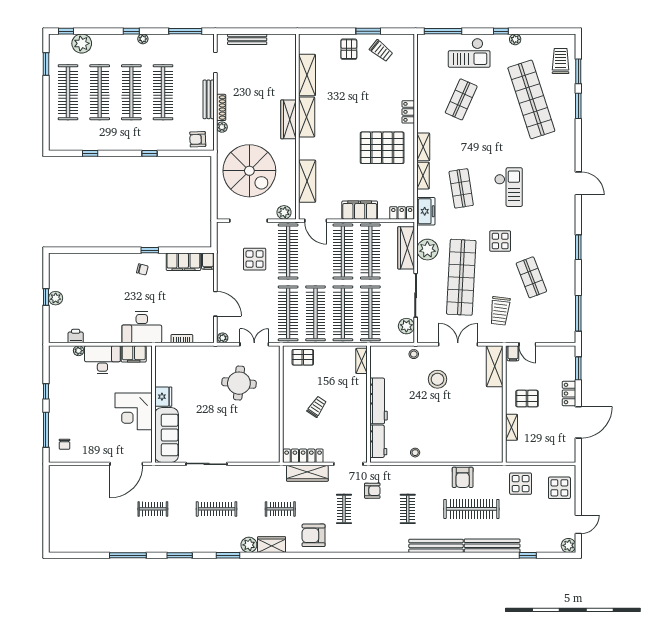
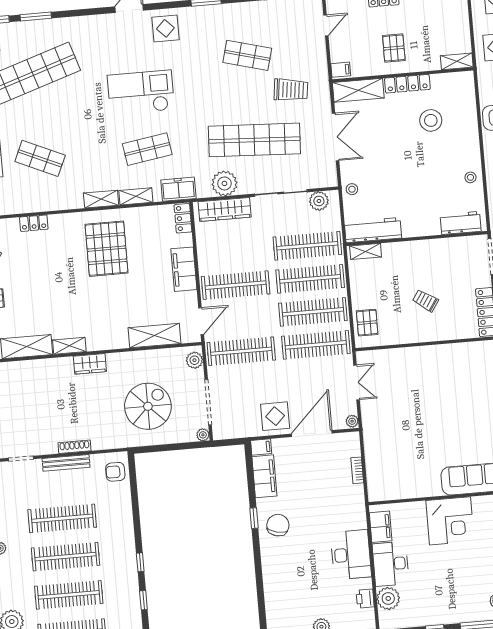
locker: (408, 112) -> (34, 223), moved
shelving: (307, 117) -> (69, 346), width x0.67, depth x0.75
wardrobe: (288, 119) -> (90, 364), width x0.67
plant: (222, 127) -> (203, 435), moved
armchair: (198, 139) -> (115, 472), turned 92
window: (150, 153) -> (140, 562), moved
spiral stairs: (249, 171) -> (148, 406), width x0.73, depth x0.73
checkout: (508, 187) -> (141, 92), width x1.36, depth x1.21
display table: (500, 241) -> (165, 28), moved
clothes rail: (370, 252) -> (233, 252), removed
display table: (255, 259) -> (275, 416), moved
chair: (142, 269) -> (278, 525), width x1.87, depth x1.87
shop shelf: (531, 277) -> (247, 55), turned 36
door: (215, 304) -> (312, 434), width x1.36
desk: (142, 327) -> (351, 555), moved
double door: (254, 344) -> (357, 382), swing flipped
double door: (458, 344) -> (335, 137), swing flipped
door: (527, 344) -> (326, 25), moved
plant: (79, 351) -> (388, 598), width x1.88, depth x1.88
stool: (438, 379) -> (431, 120), moved
round table: (239, 383) -> (405, 397), removed
fridge: (163, 397) -> (429, 487), removed
workbench: (379, 401) -> (373, 230), moved
locker: (497, 407) -> (407, 84), added
shelving: (512, 427) -> (457, 61), moved

